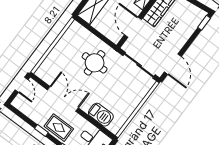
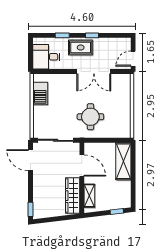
door: (22, 85) -> (133, 59), hinge flipped
barbecue: (101, 115) -> (40, 94), moved, turned -90

